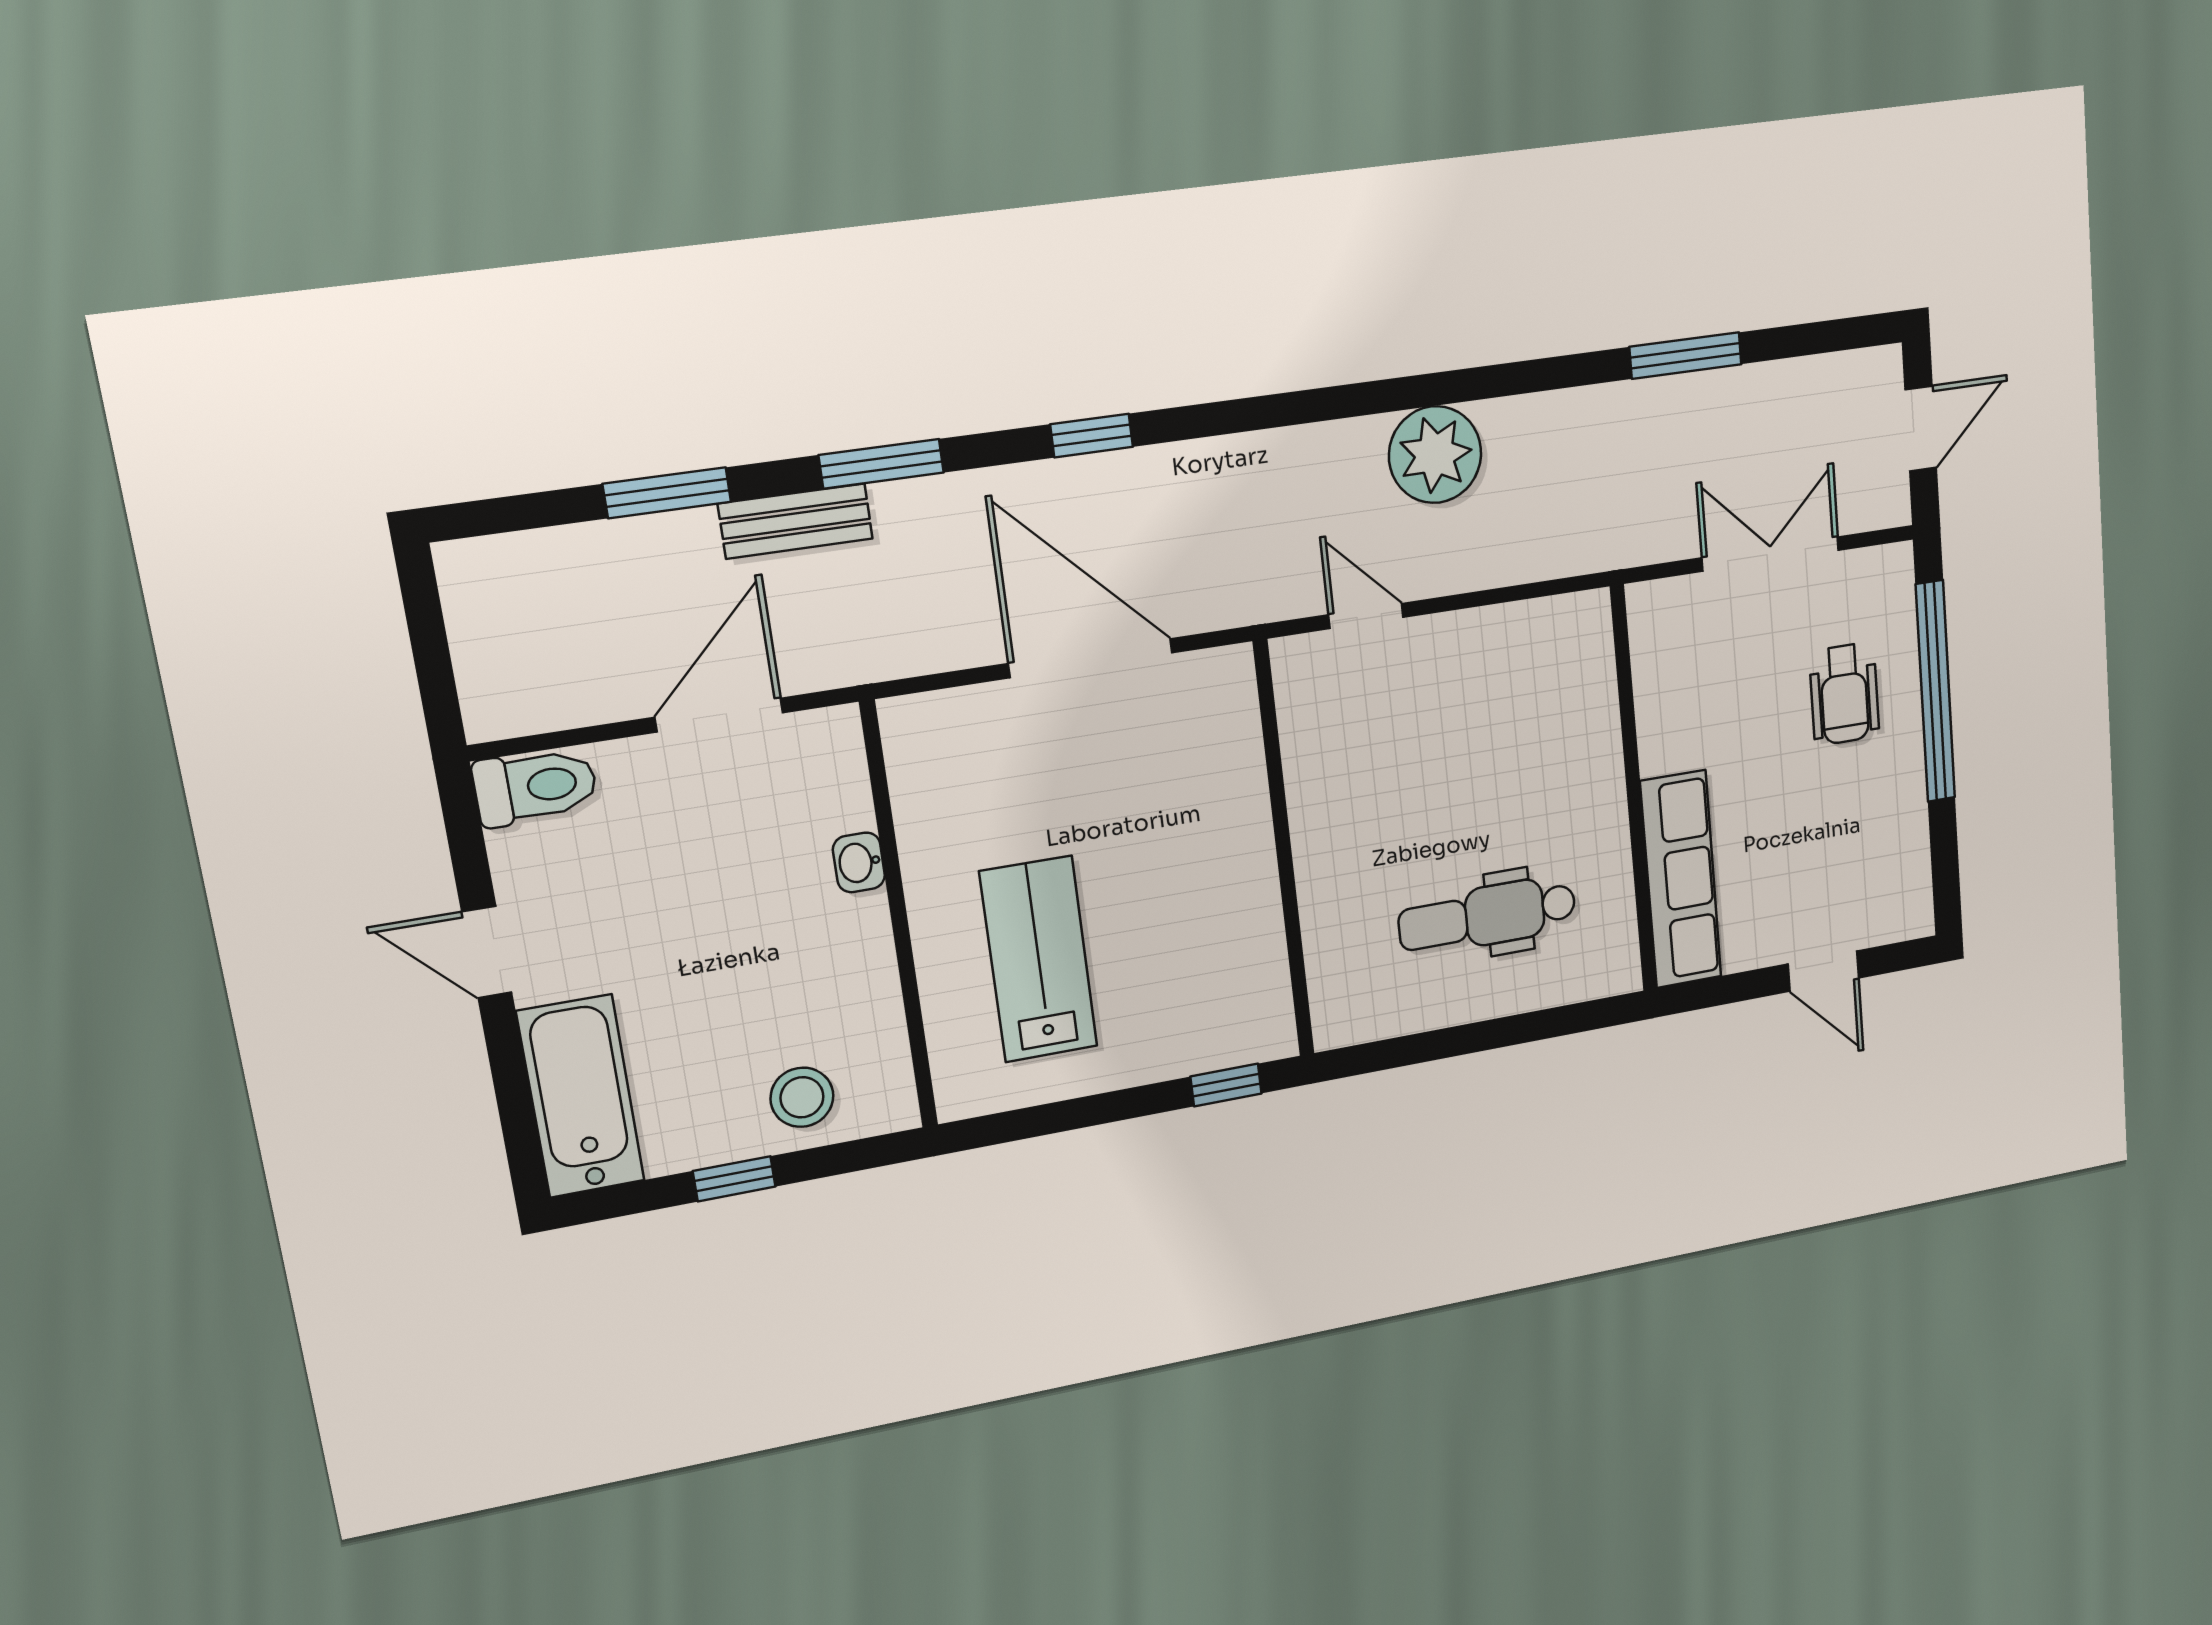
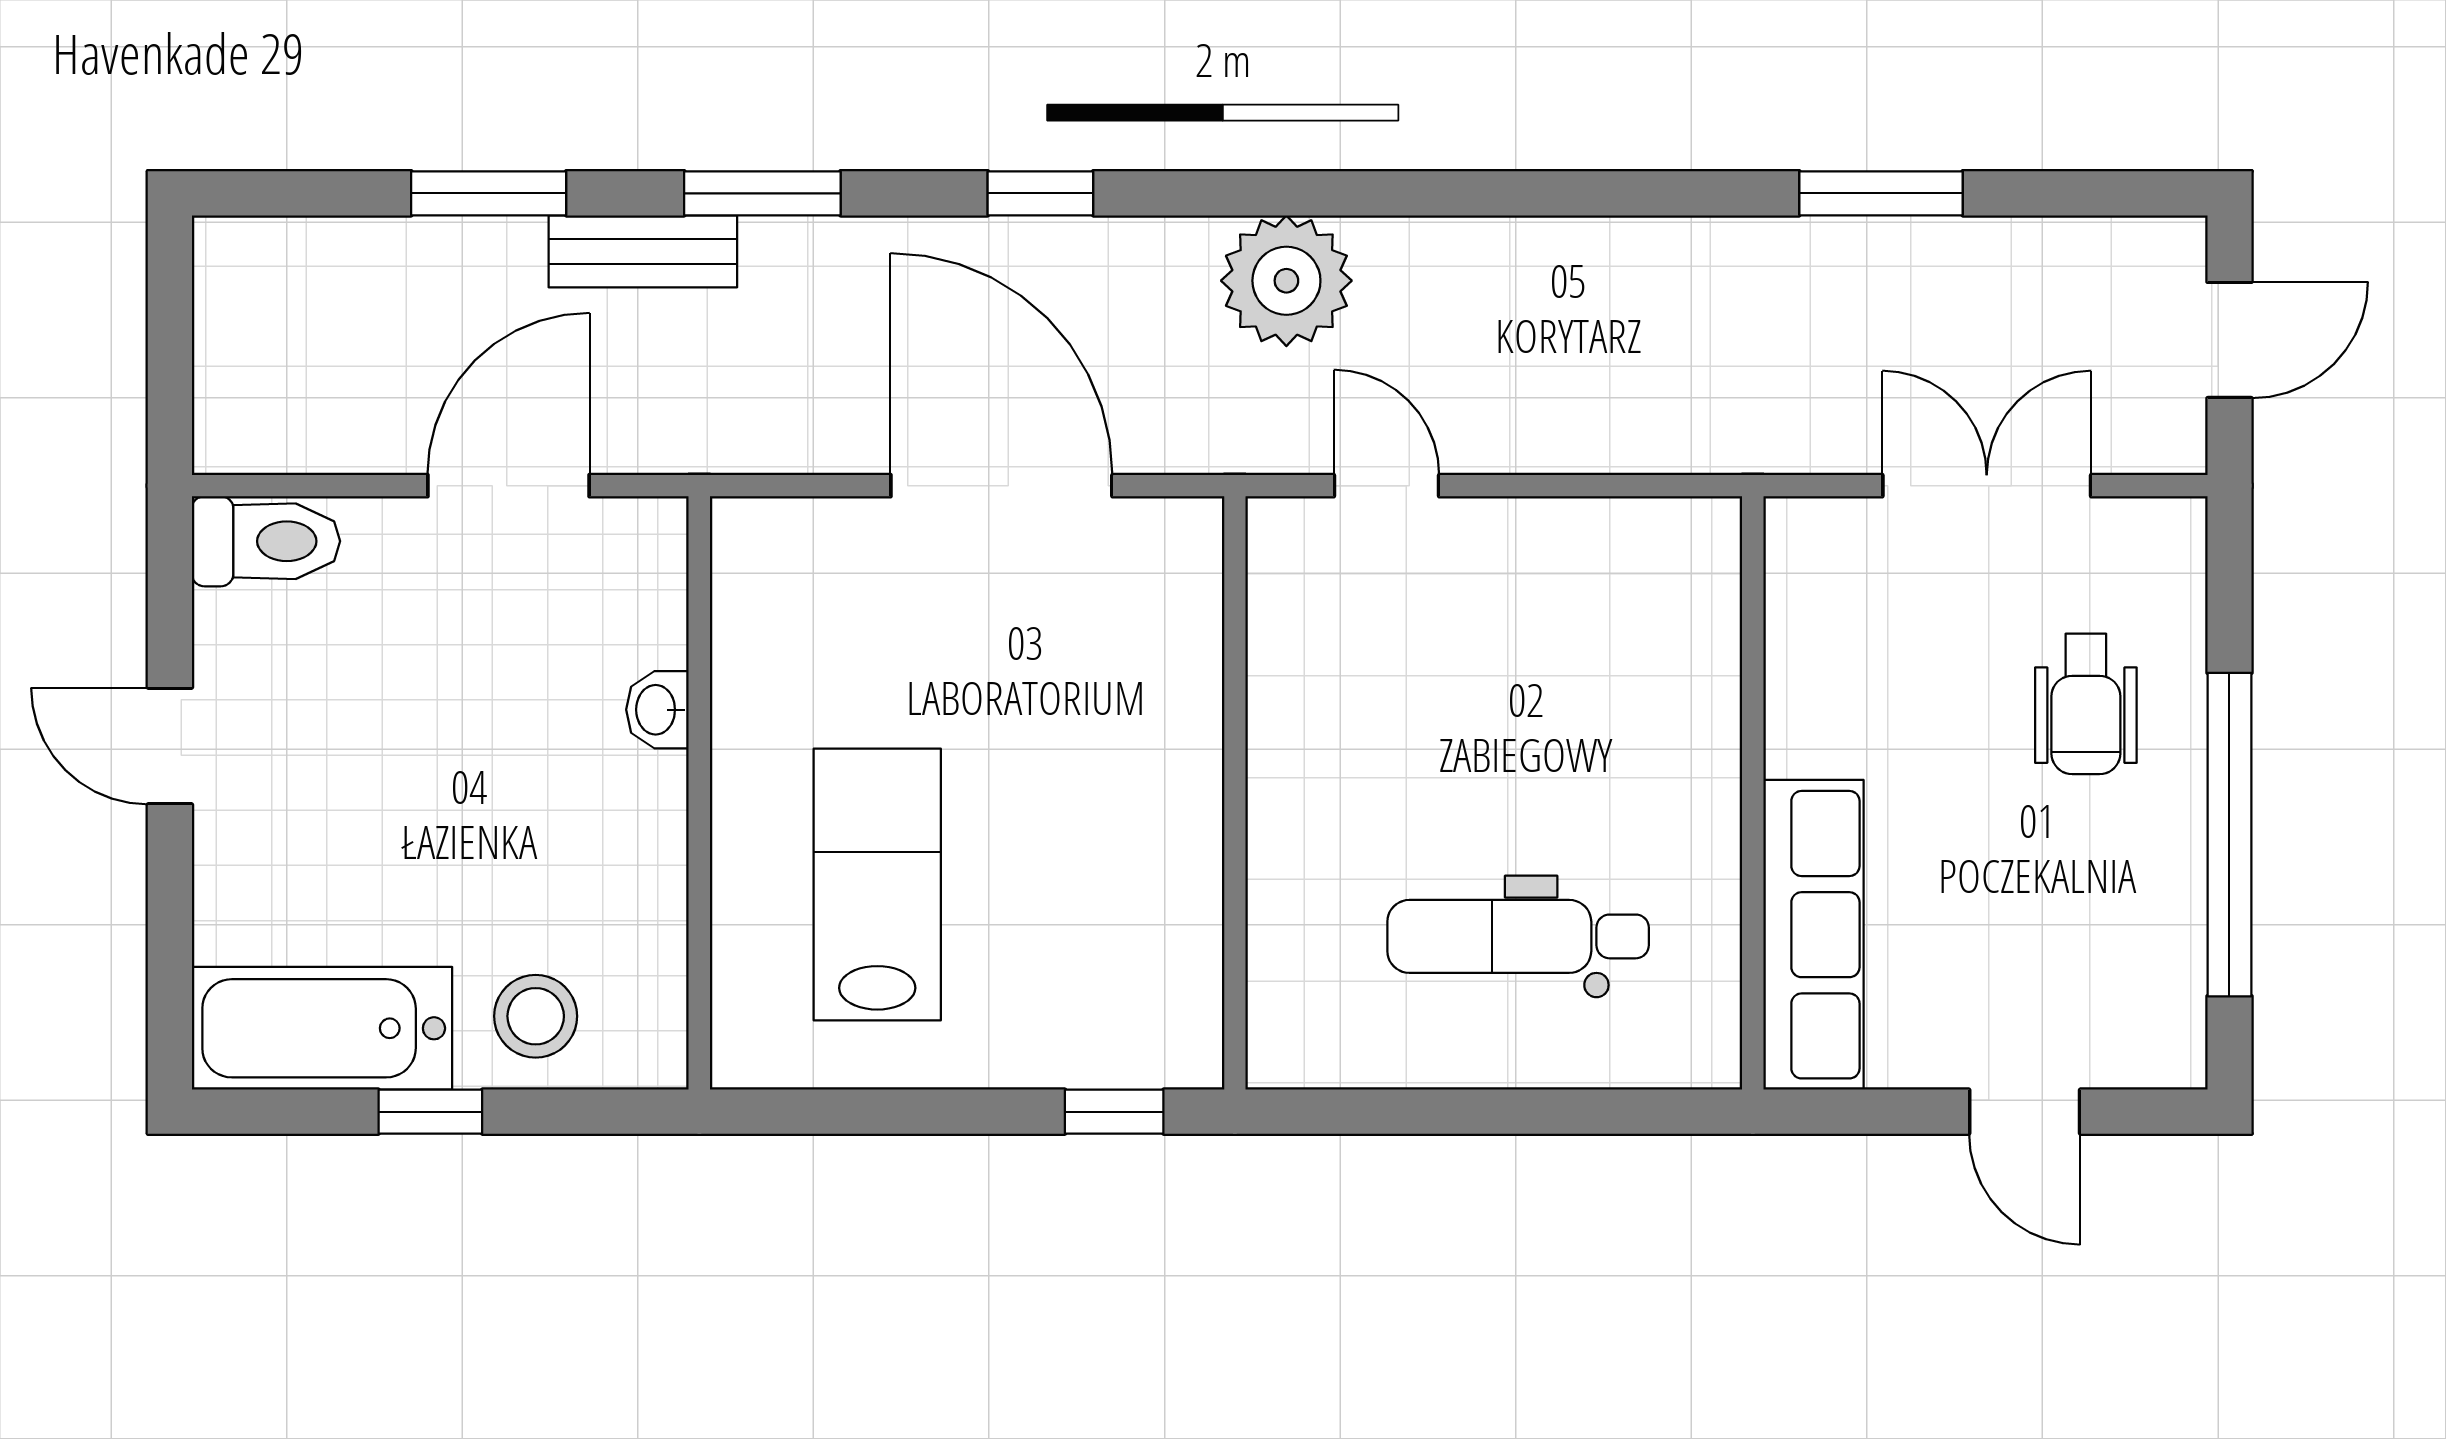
plant: (1435, 455) -> (1286, 281), moved
window: (1935, 692) -> (2229, 835), moved
bathtub: (581, 1096) -> (322, 1028), moved, turned -90

